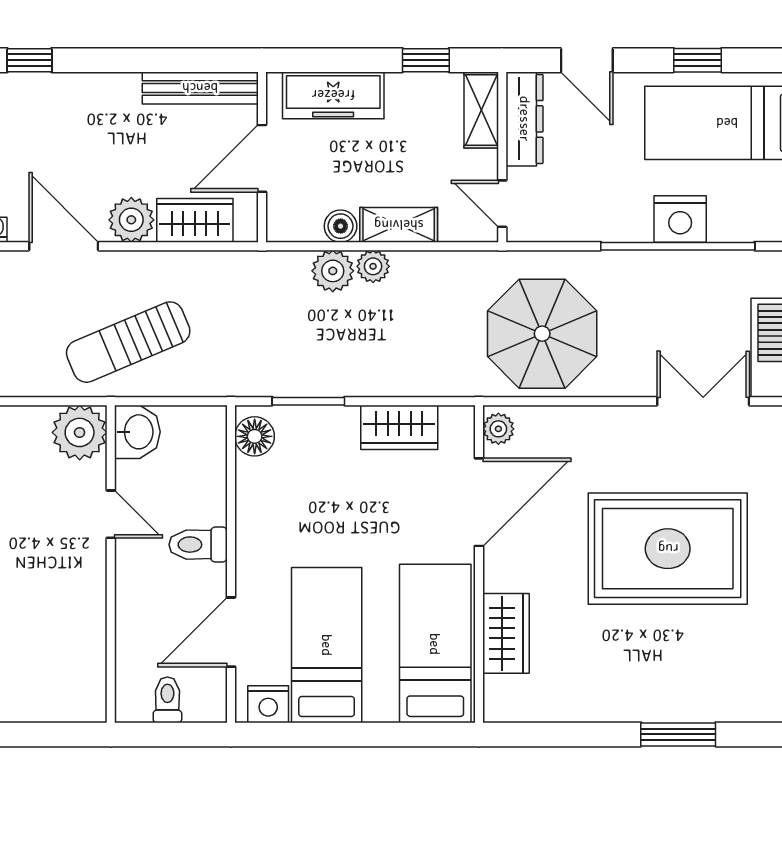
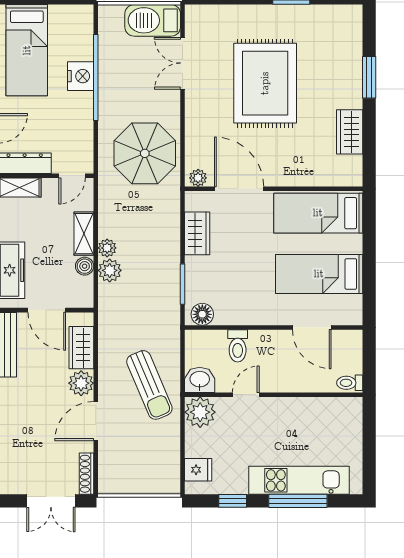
toilet: (198, 545) -> (238, 346), moved
wardrobe: (506, 633) -> (350, 132), moved, turned -90
toilet: (167, 700) -> (350, 383), moved
nightstand: (268, 704) -> (352, 307), removed

